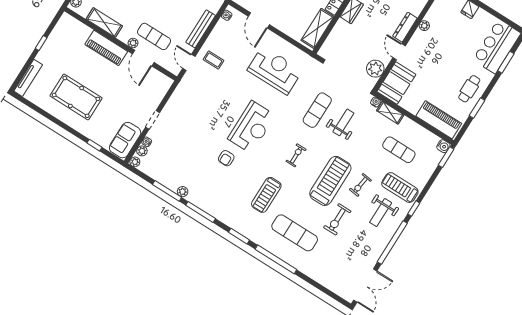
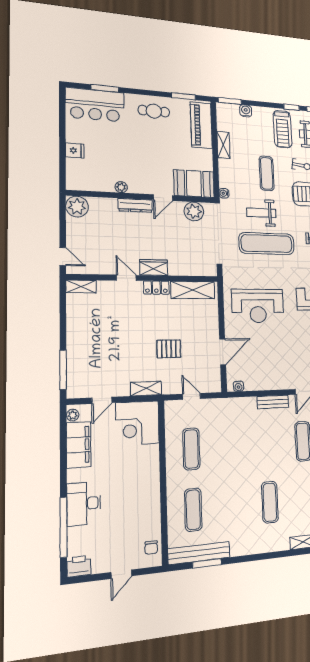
bench: (201, 29) -> (273, 402), width x0.73
coffee table: (213, 60) -> (287, 370), removed
reception desk: (275, 70) -> (258, 306), turned -90
window: (477, 108) -> (184, 96), moved
exercise mat: (317, 110) -> (267, 244), width x1.36, depth x1.45
shelving: (390, 113) -> (223, 145), moved
water cooler: (443, 146) -> (246, 111), moved
exercise mat: (399, 150) -> (267, 173), moved

